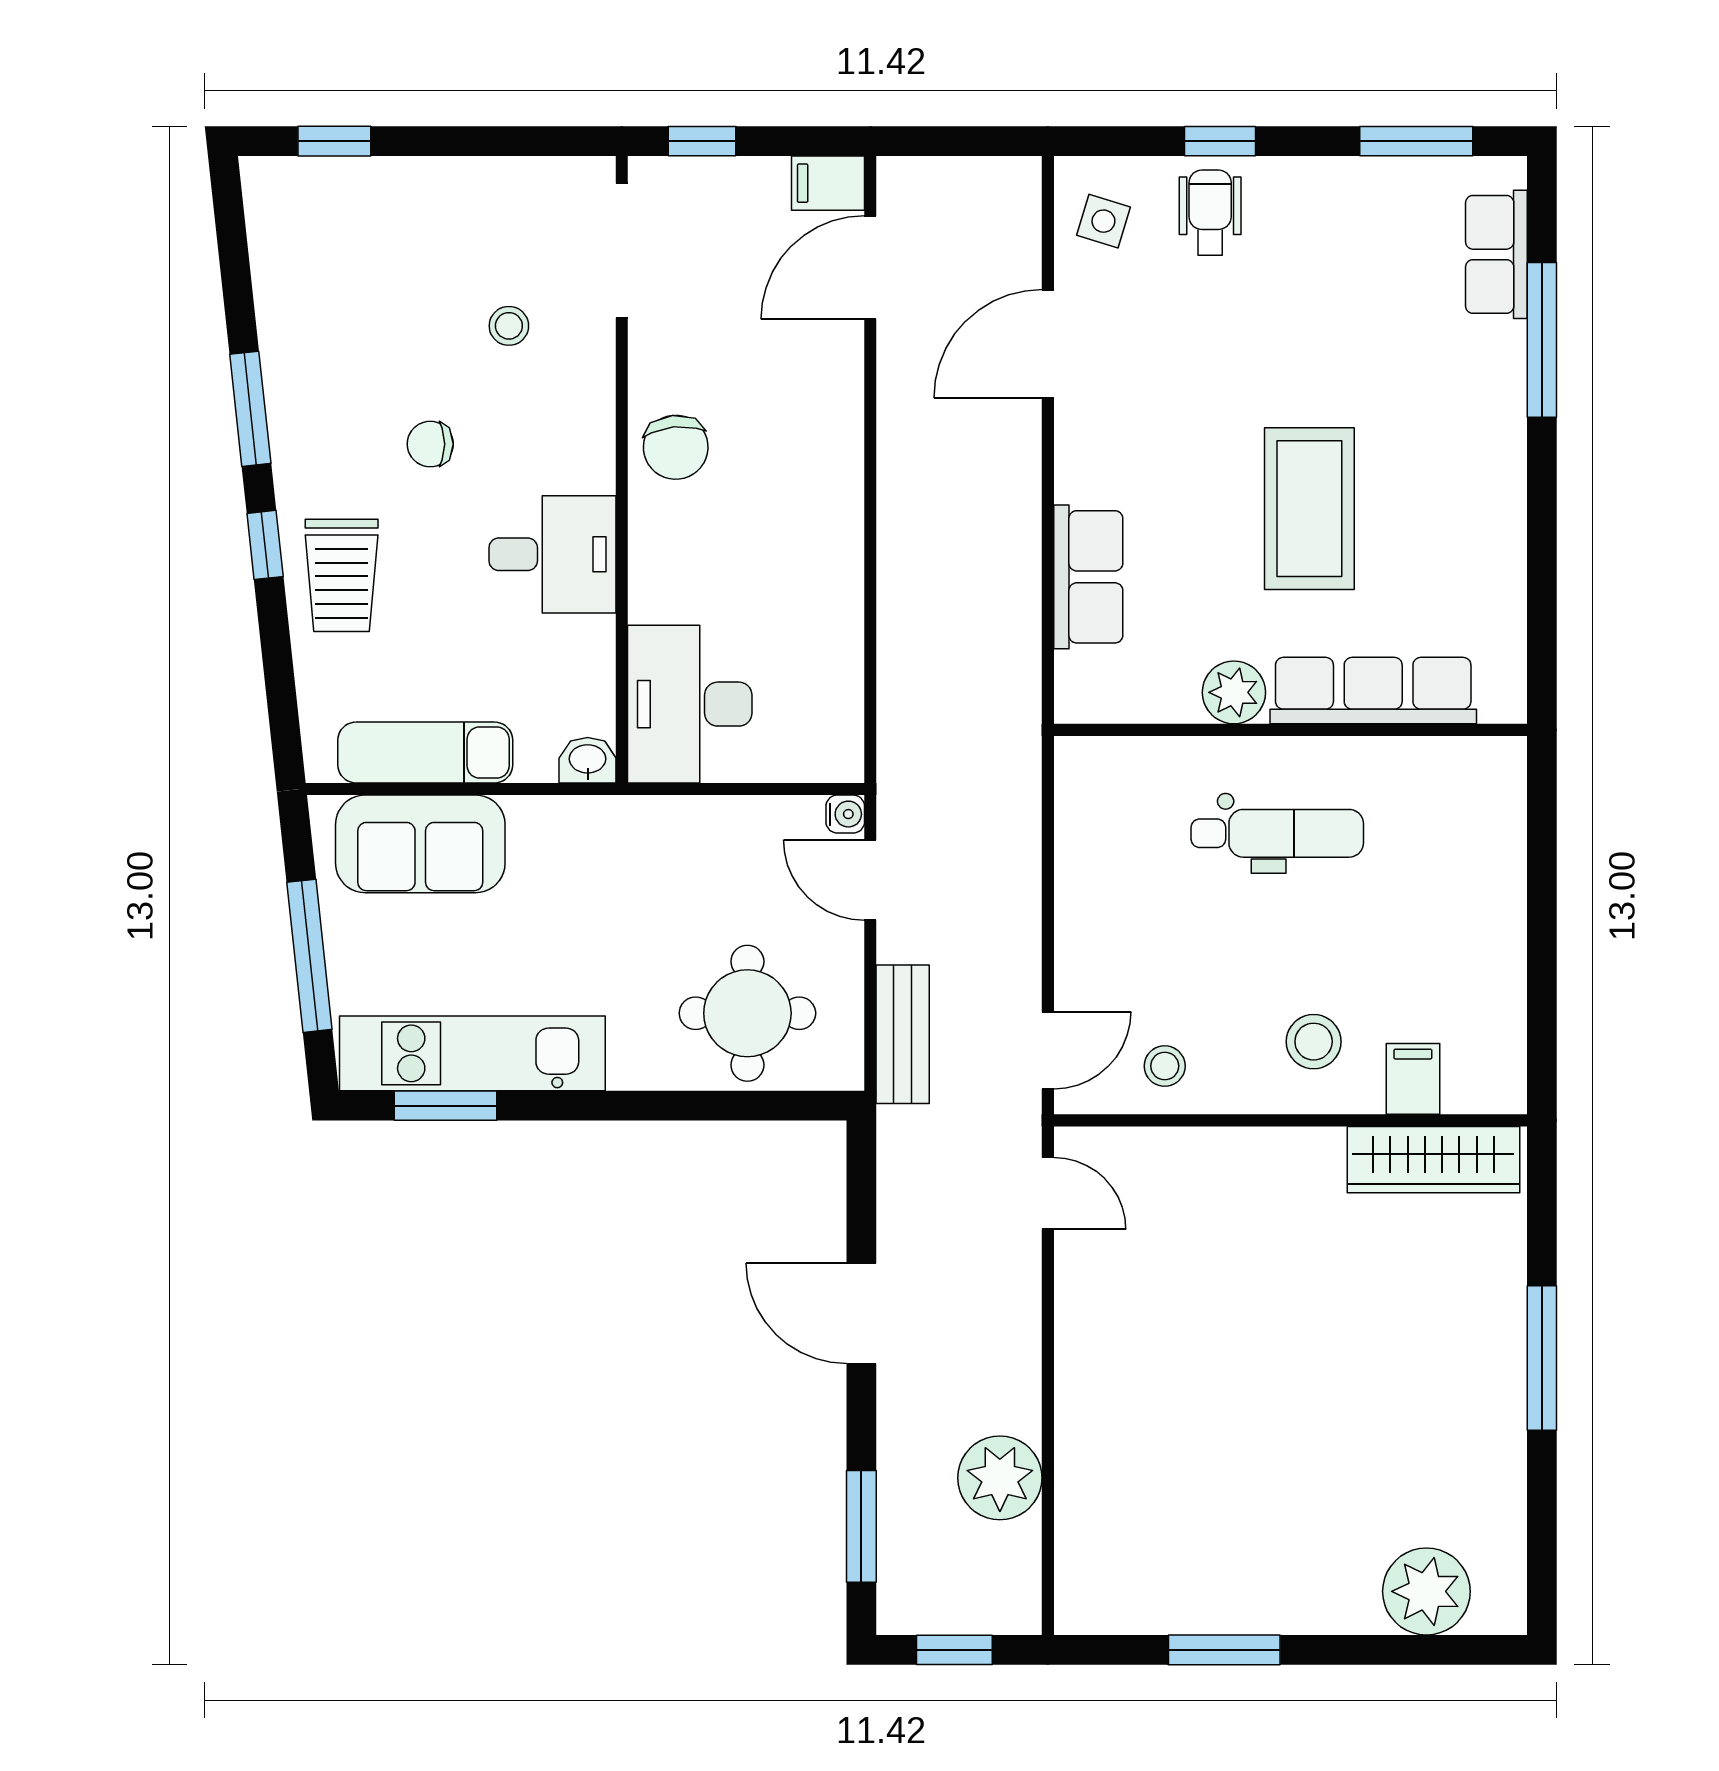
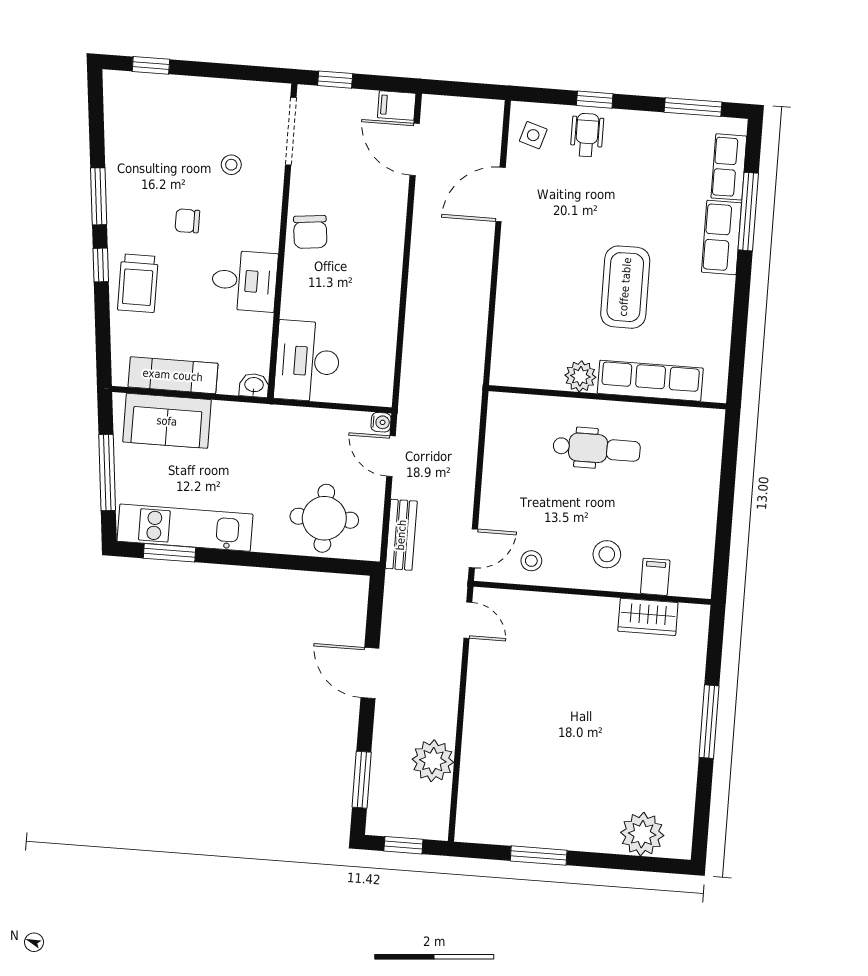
door: (870, 268) -> (415, 149), hinge flipped
row of seats: (1088, 577) -> (721, 237), moved, turned 180
wardrobe: (1433, 1160) -> (648, 617), width x0.67

